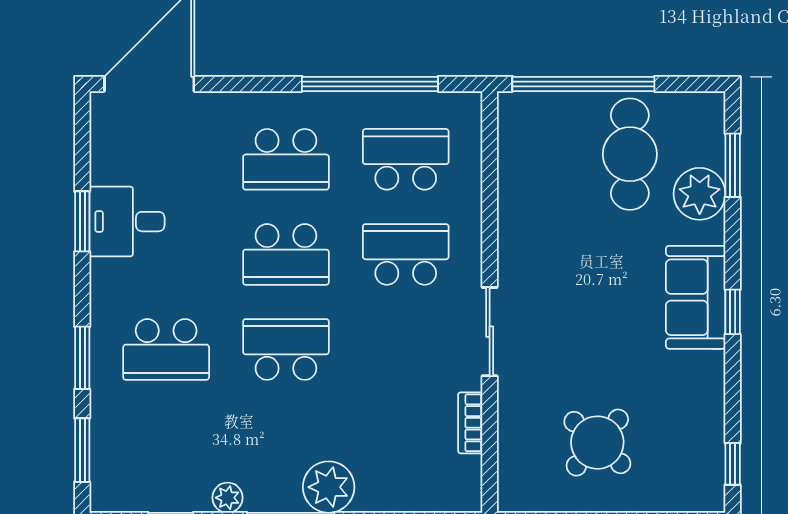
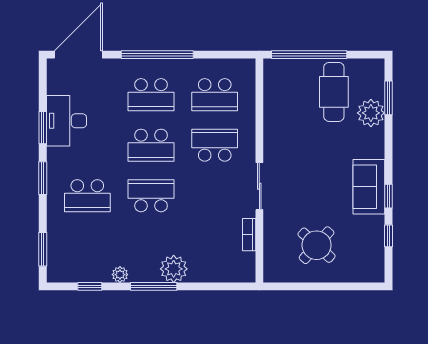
window: (370, 84) -> (157, 55), moved
school desk: (406, 159) -> (215, 95), turned 180
desk: (127, 222) -> (67, 121), width x1.37
sofa: (696, 297) -> (369, 187), moved
window: (733, 312) -> (388, 196), moved
window: (82, 358) -> (43, 178), moved
window: (733, 464) -> (388, 236), moved

